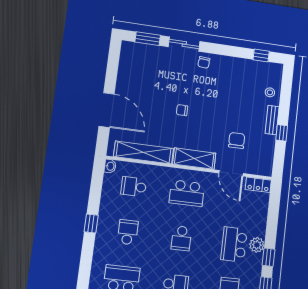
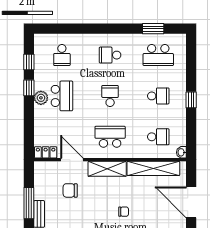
window: (282, 133) -> (29, 203), width x2.17
chair: (237, 141) -> (70, 190), turned 90
school desk: (128, 232) -> (158, 96), turned -90

